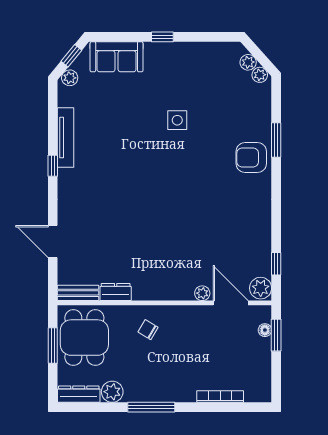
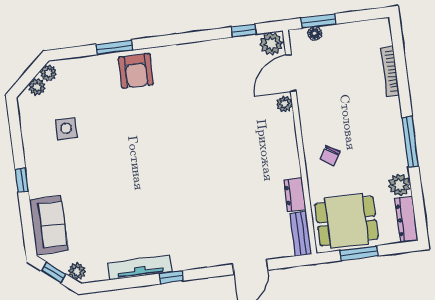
side table: (177, 120) -> (66, 128), moved

